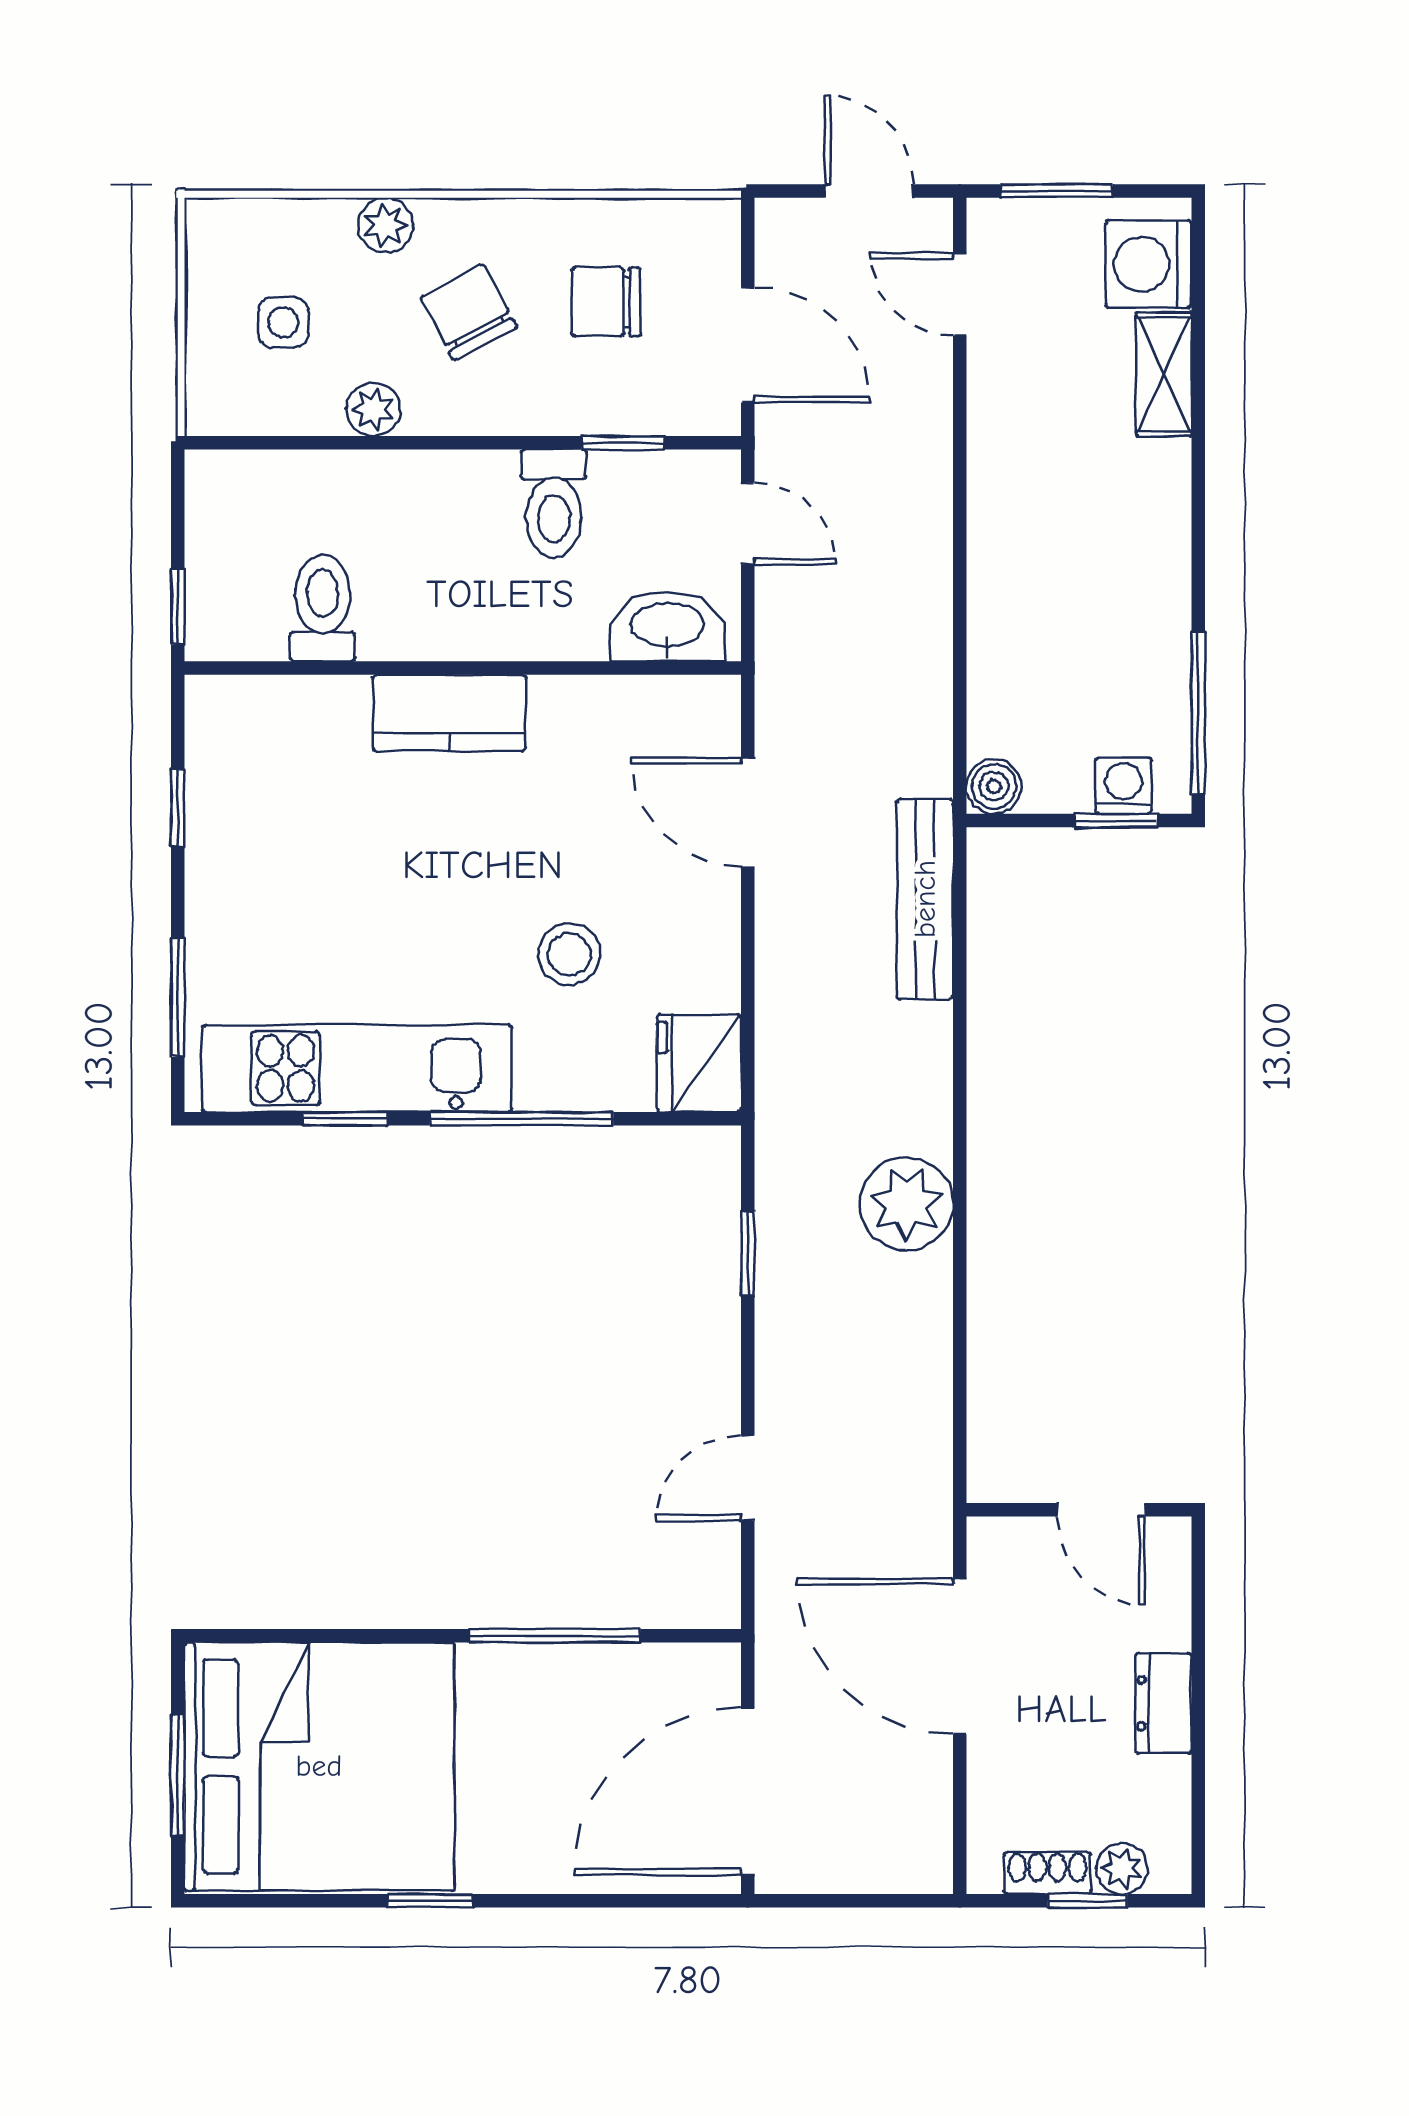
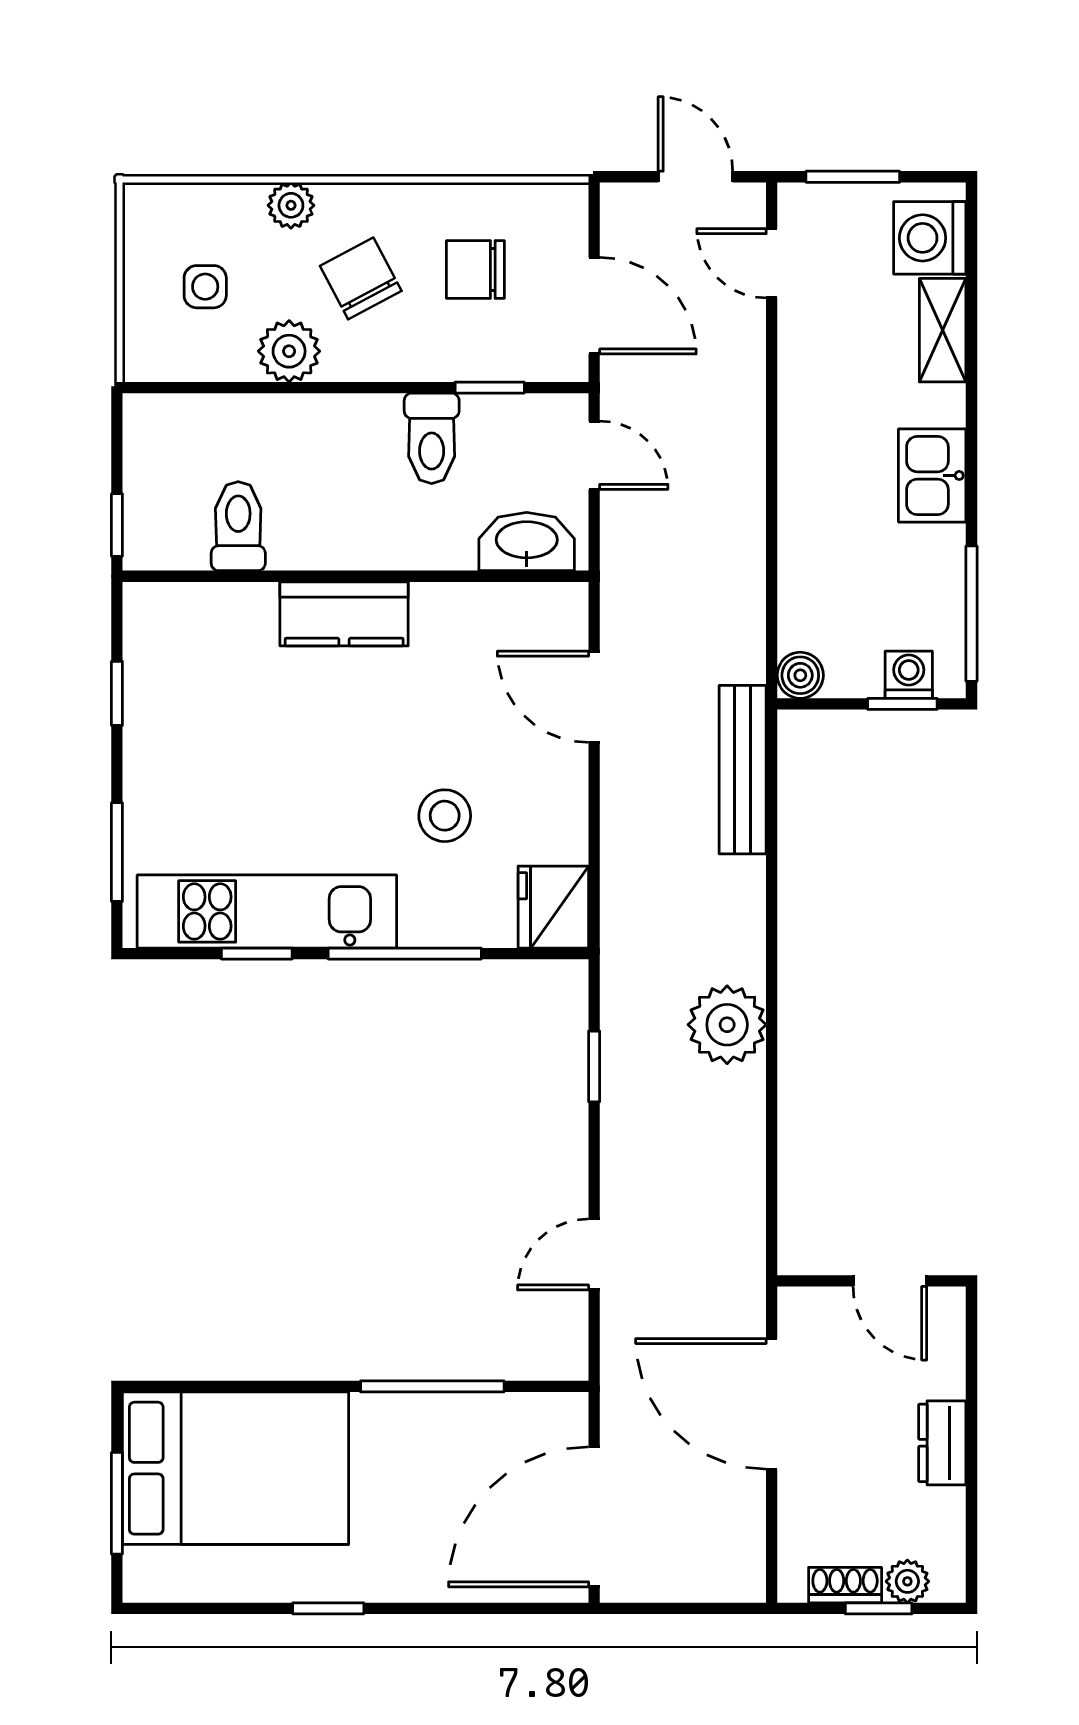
plant: (373, 409) -> (289, 351), width x1.38, depth x1.38
kitchen sink: (1151, 548) -> (932, 475), added
bed: (319, 1766) -> (235, 1468), width x0.73

